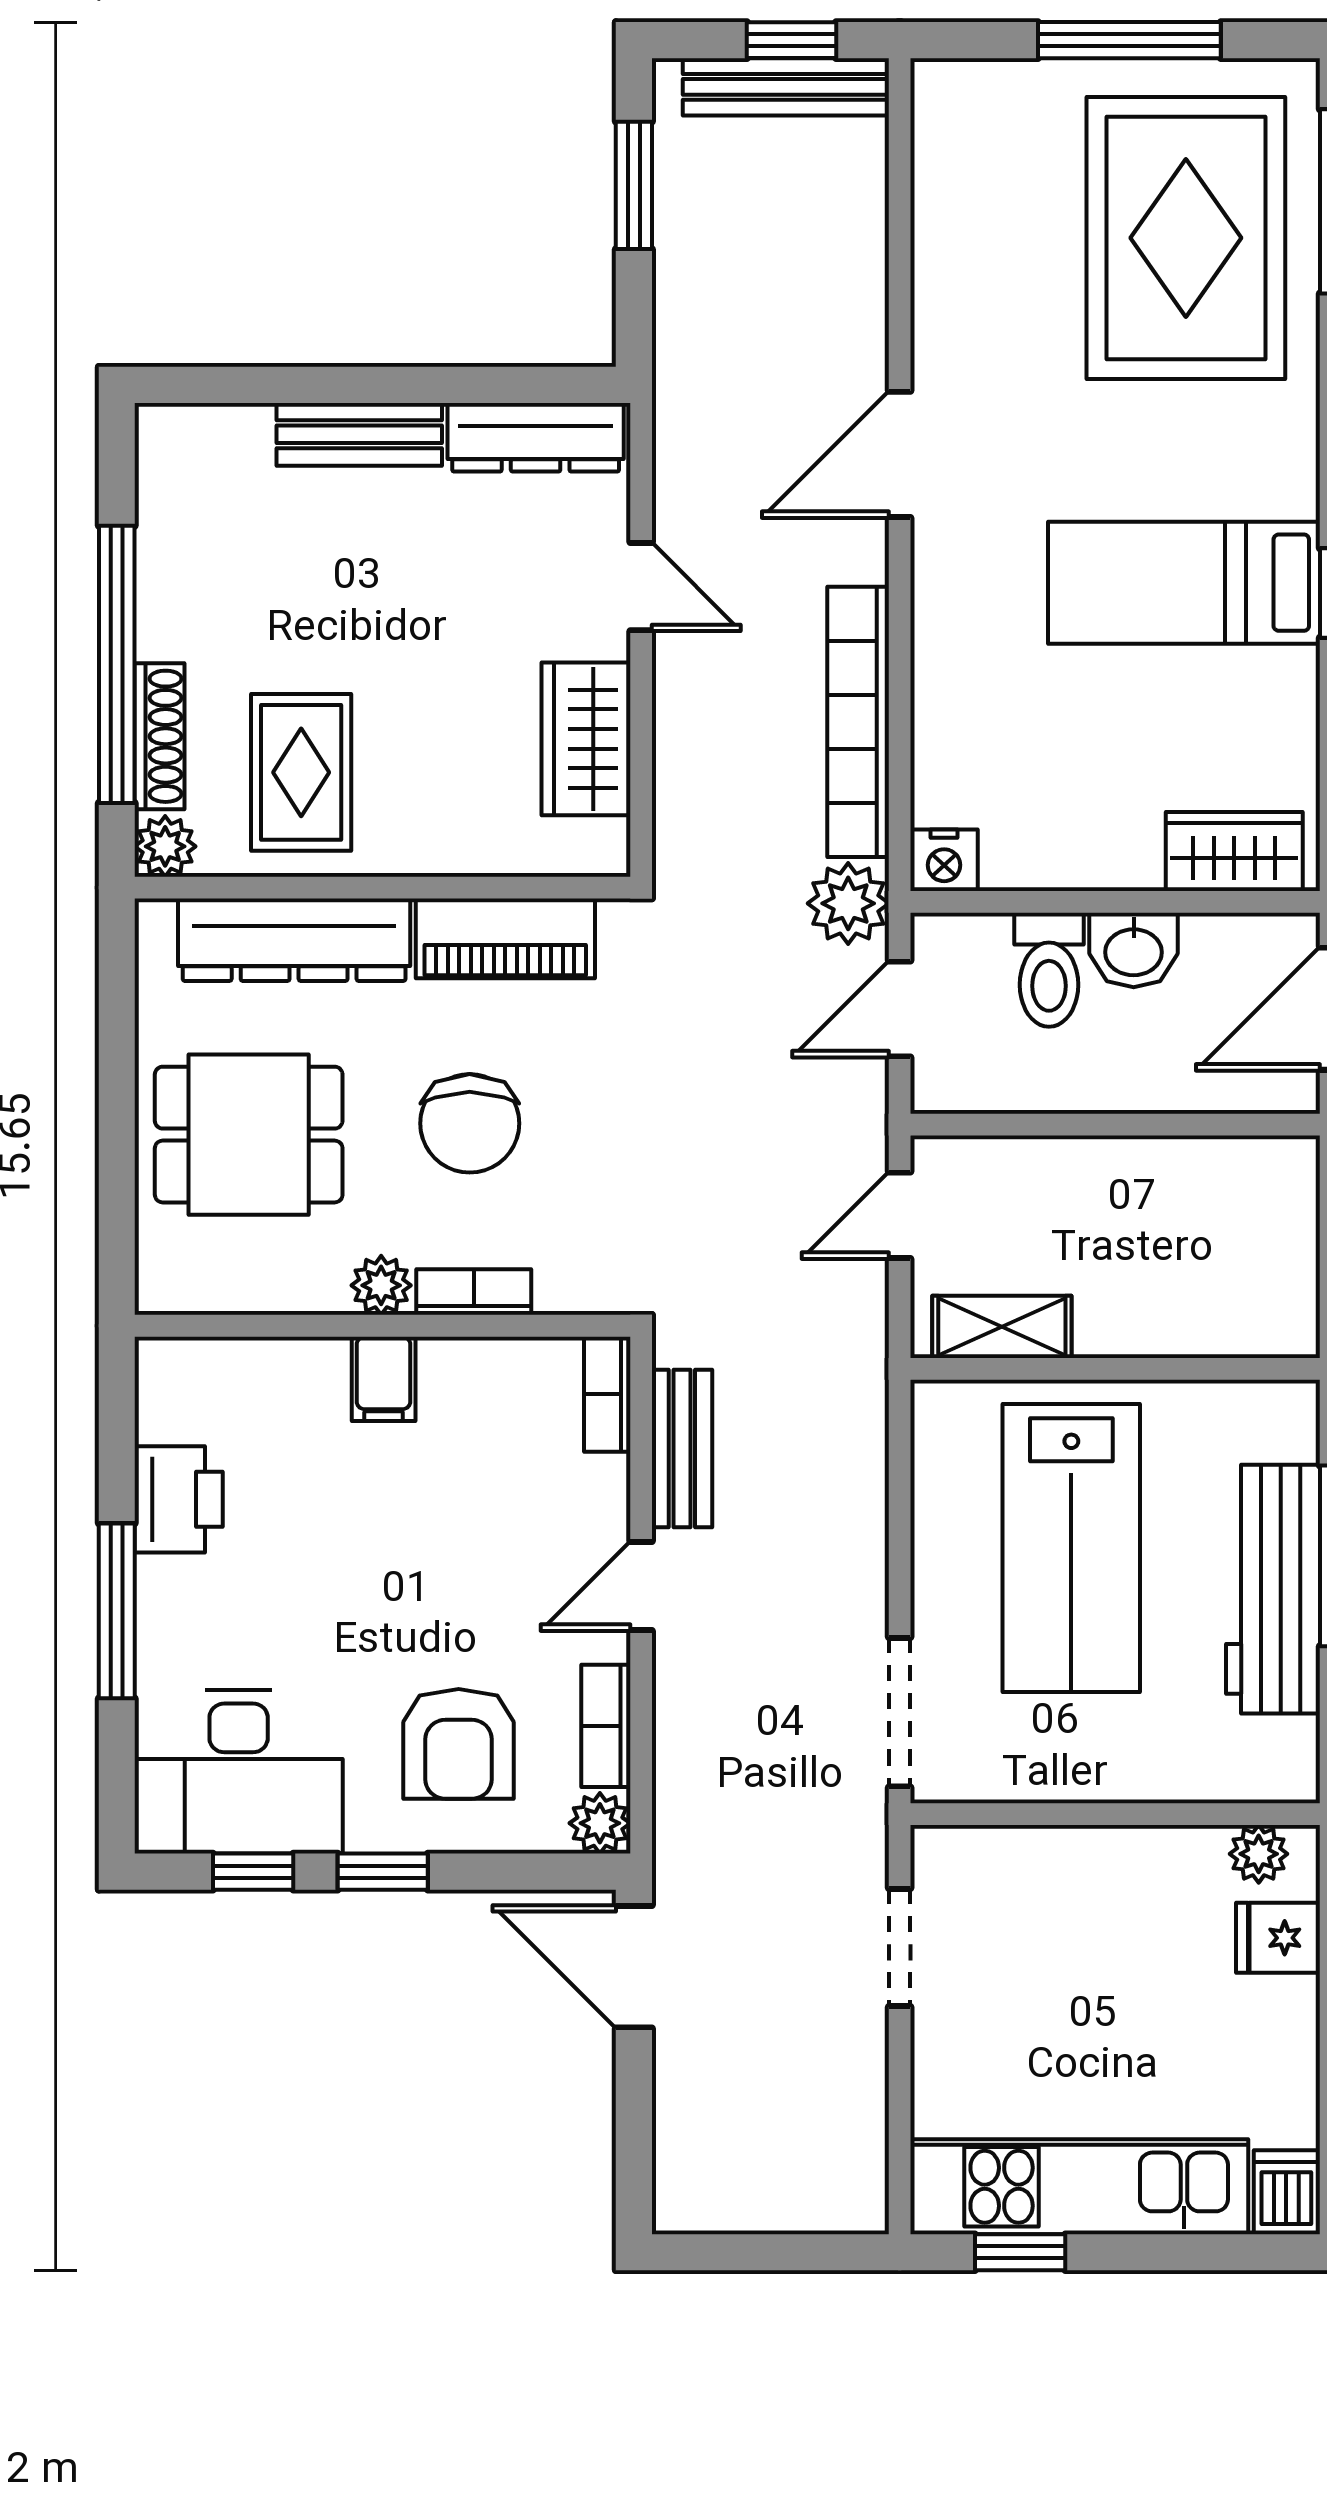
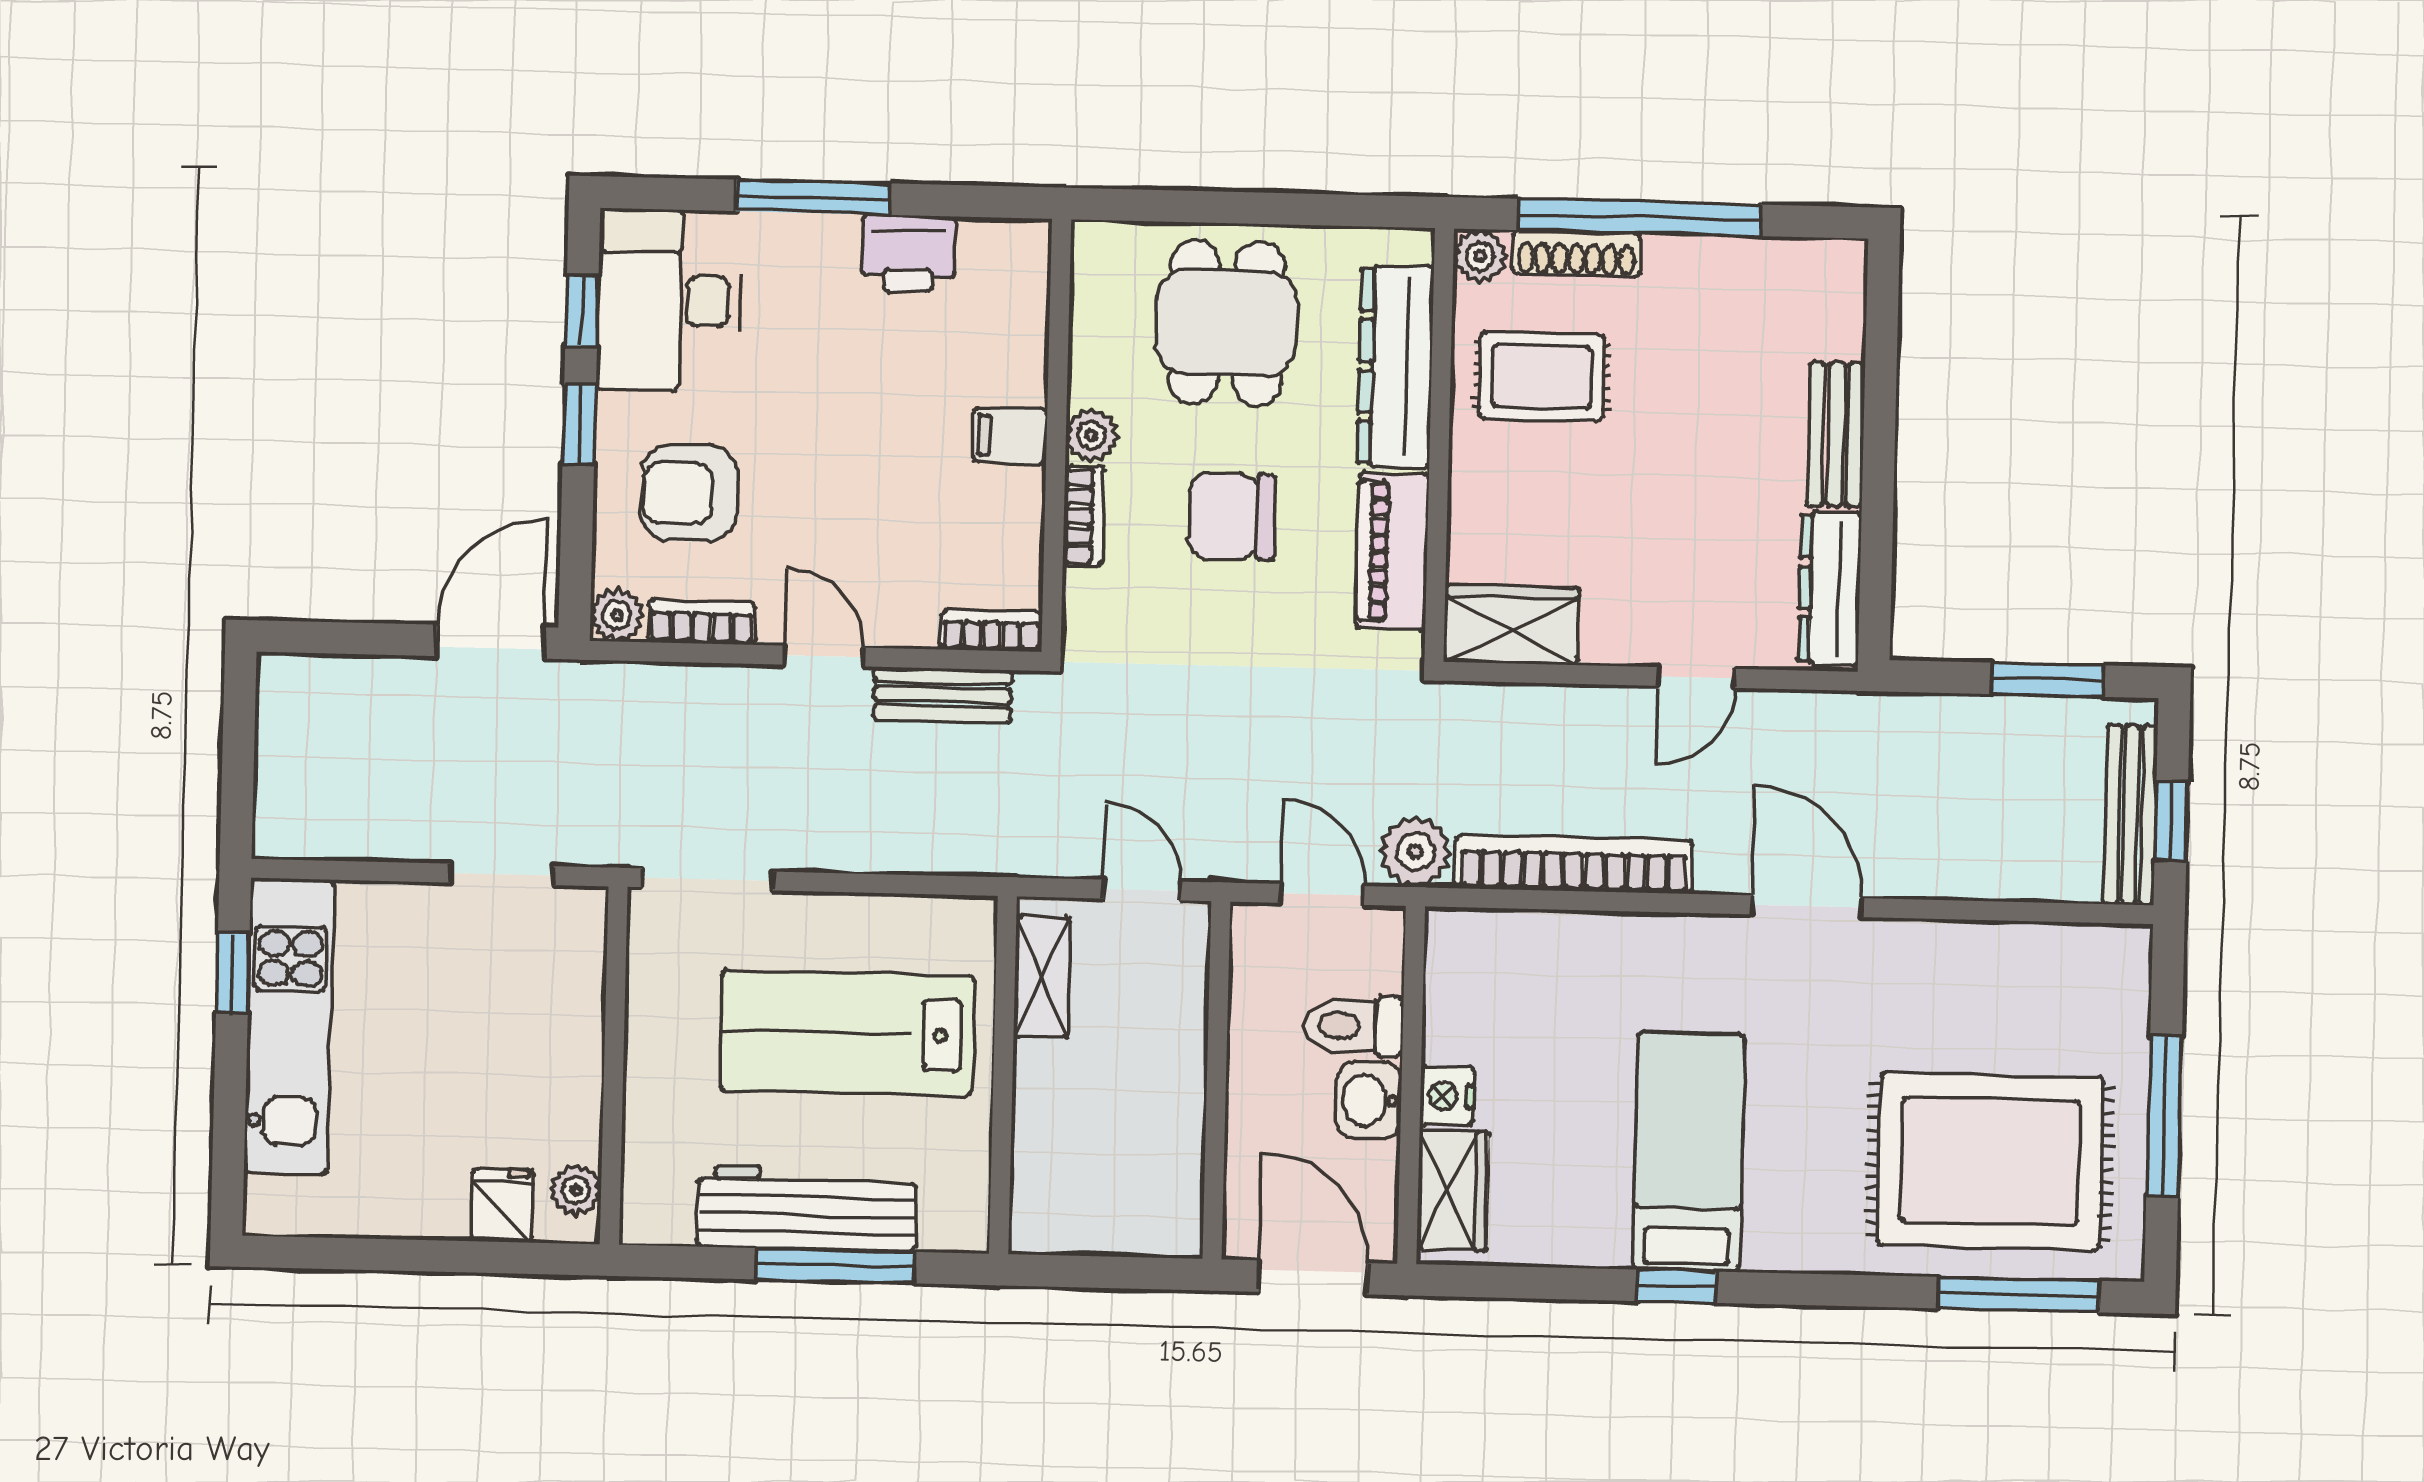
wardrobe: (586, 739) -> (1511, 625), moved
nightstand: (944, 860) -> (1447, 1096), moved
dishwasher: (1286, 2192) -> (280, 1207), removed

